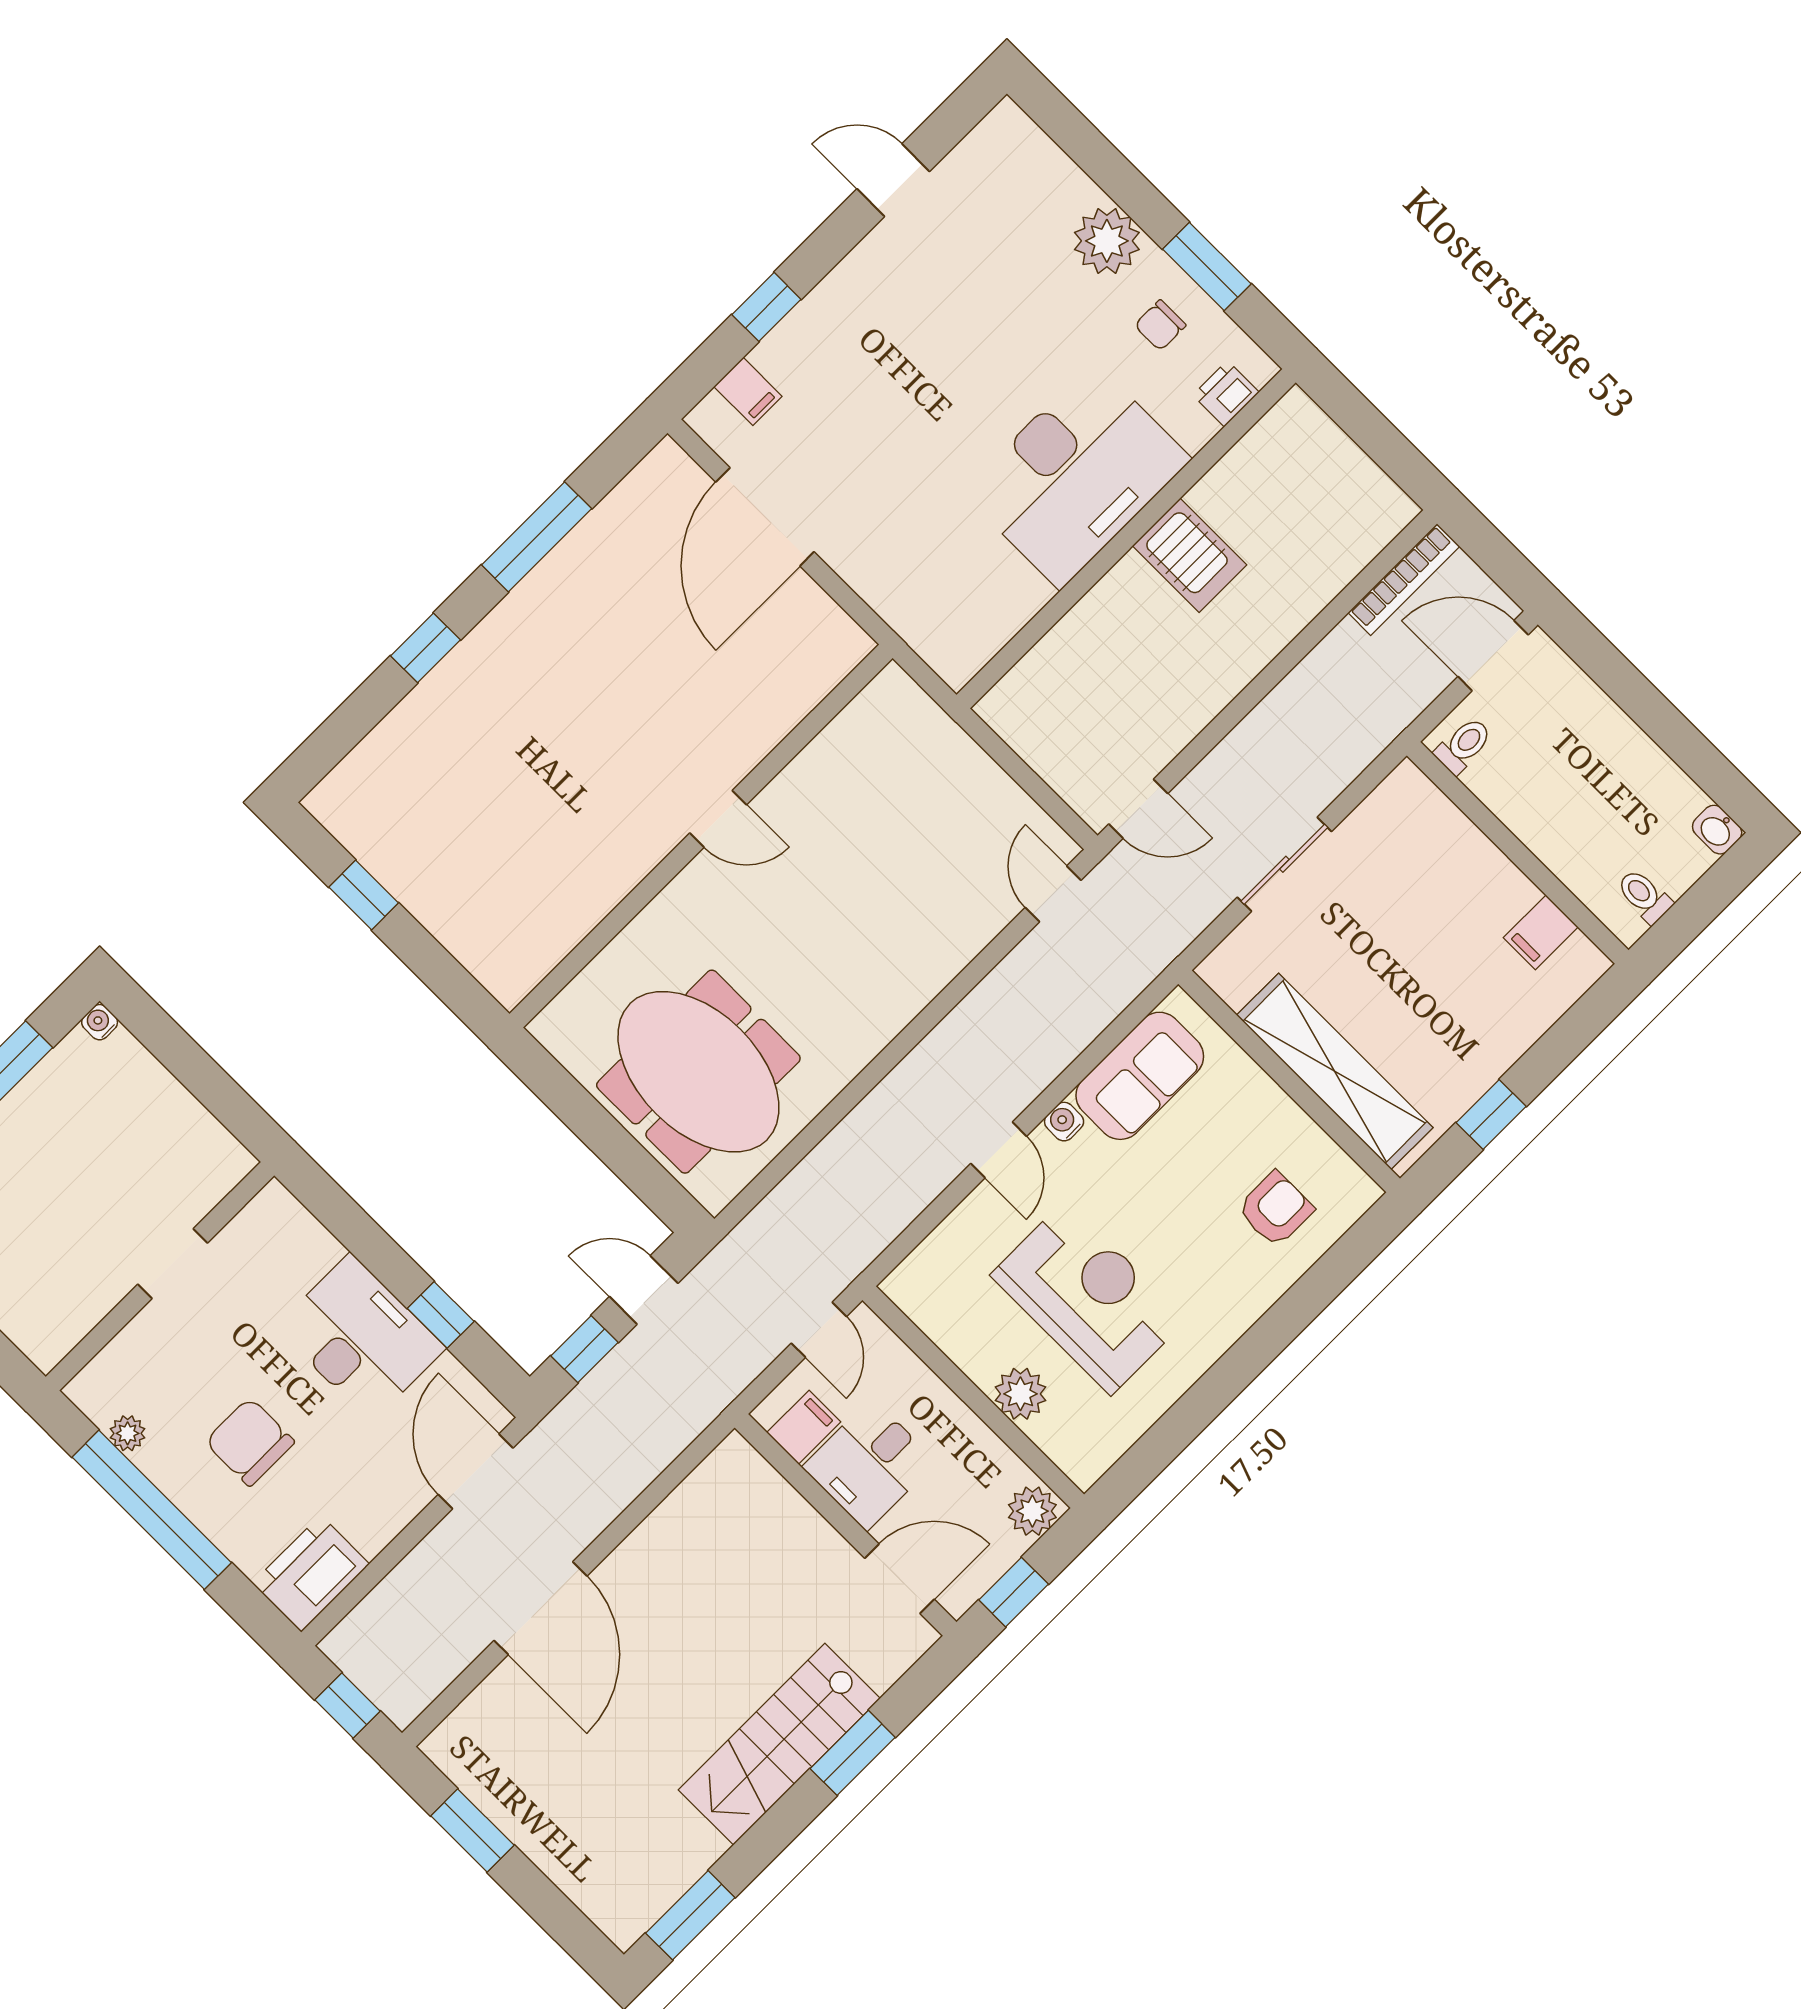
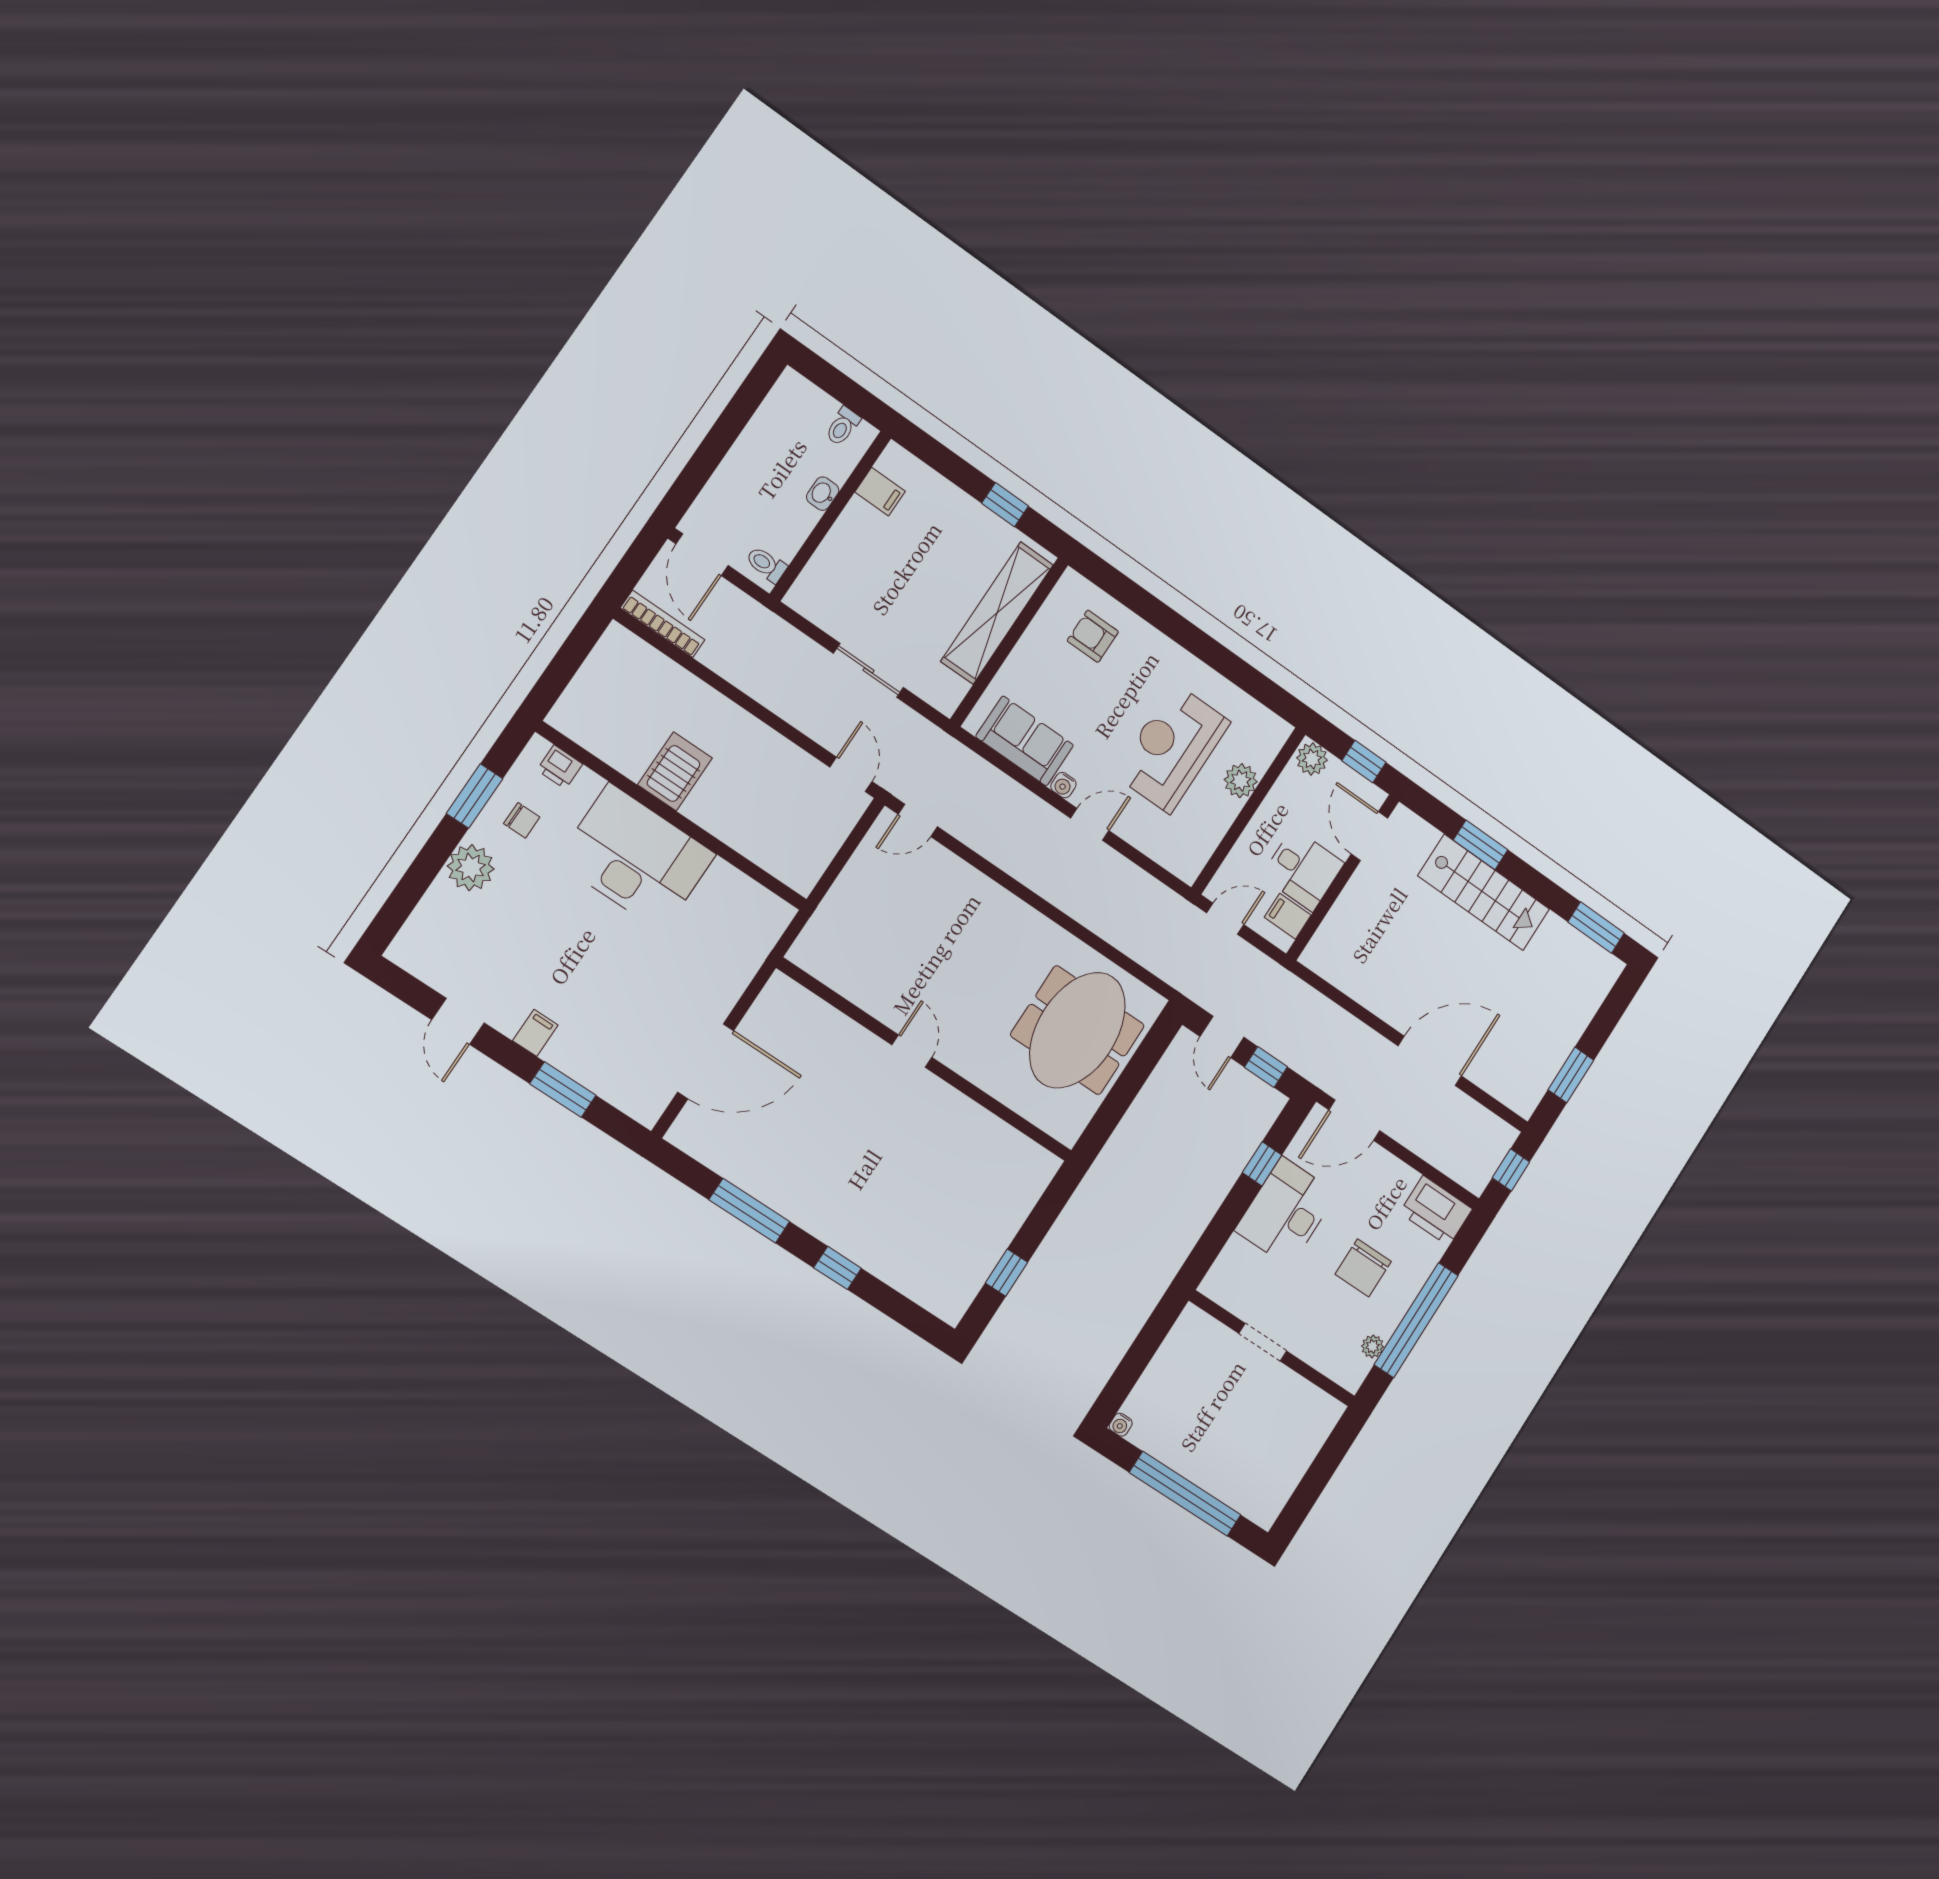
window: (766, 307) -> (563, 1090), width x1.50
filing cabinet: (748, 391) -> (535, 1033), moved
washbasin: (1717, 830) -> (823, 494), moved, turned 180

